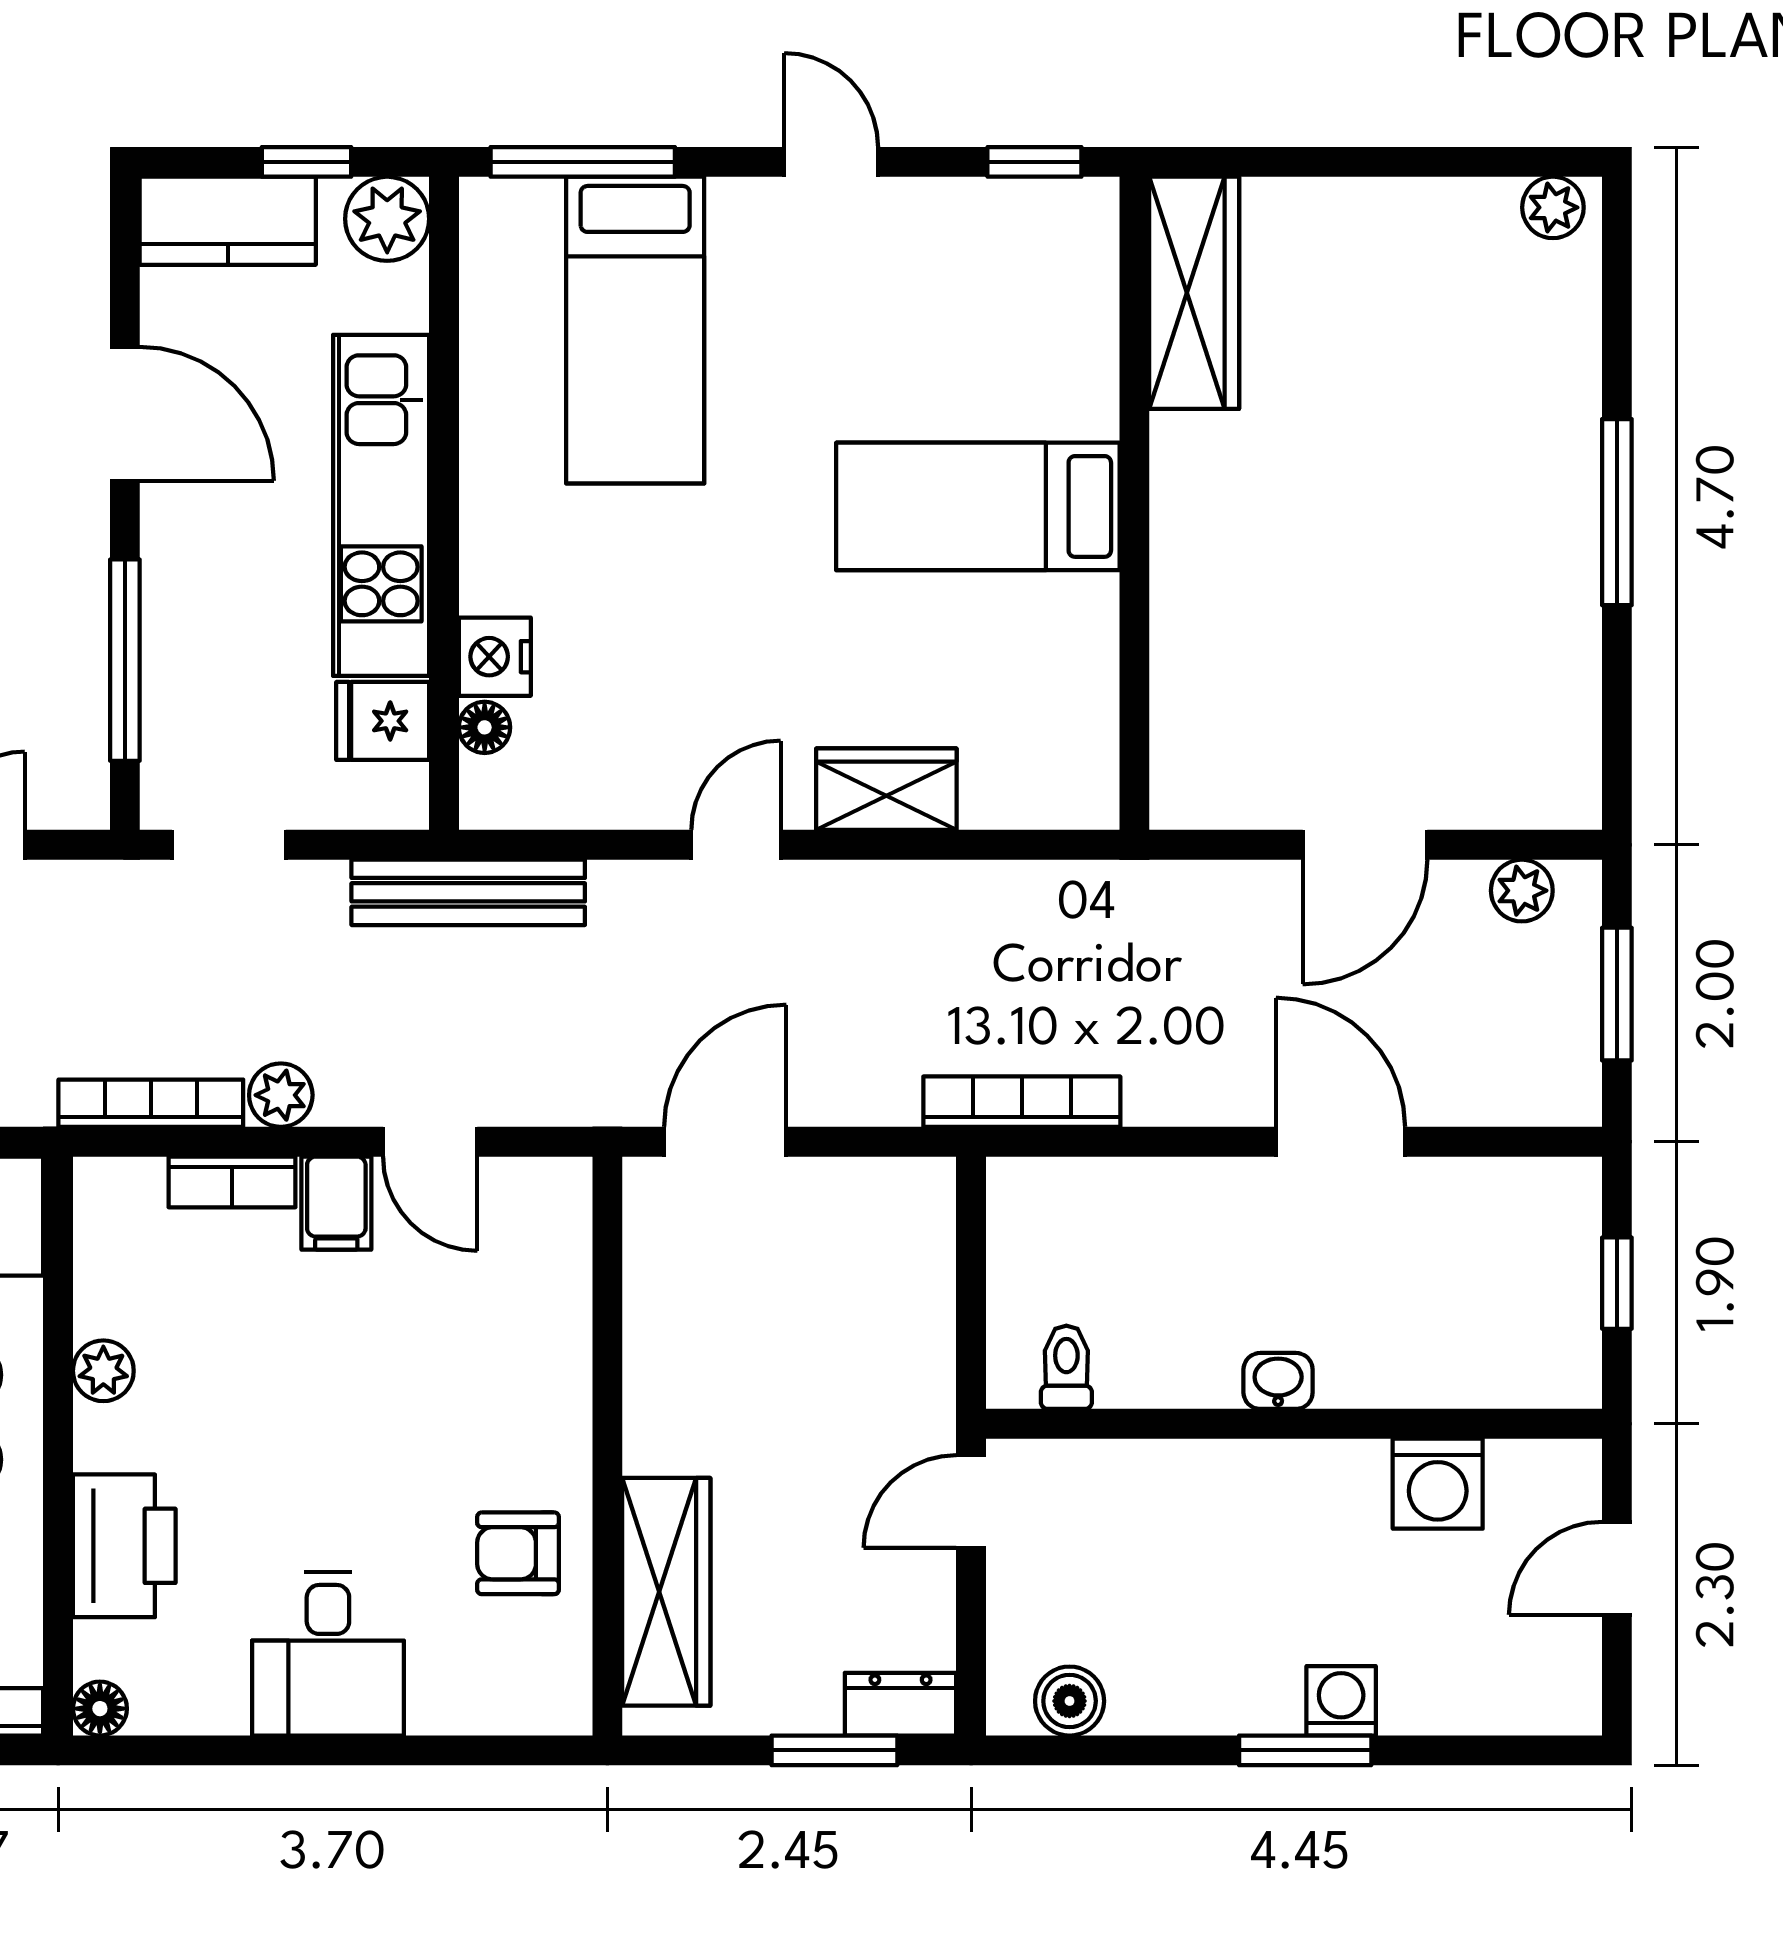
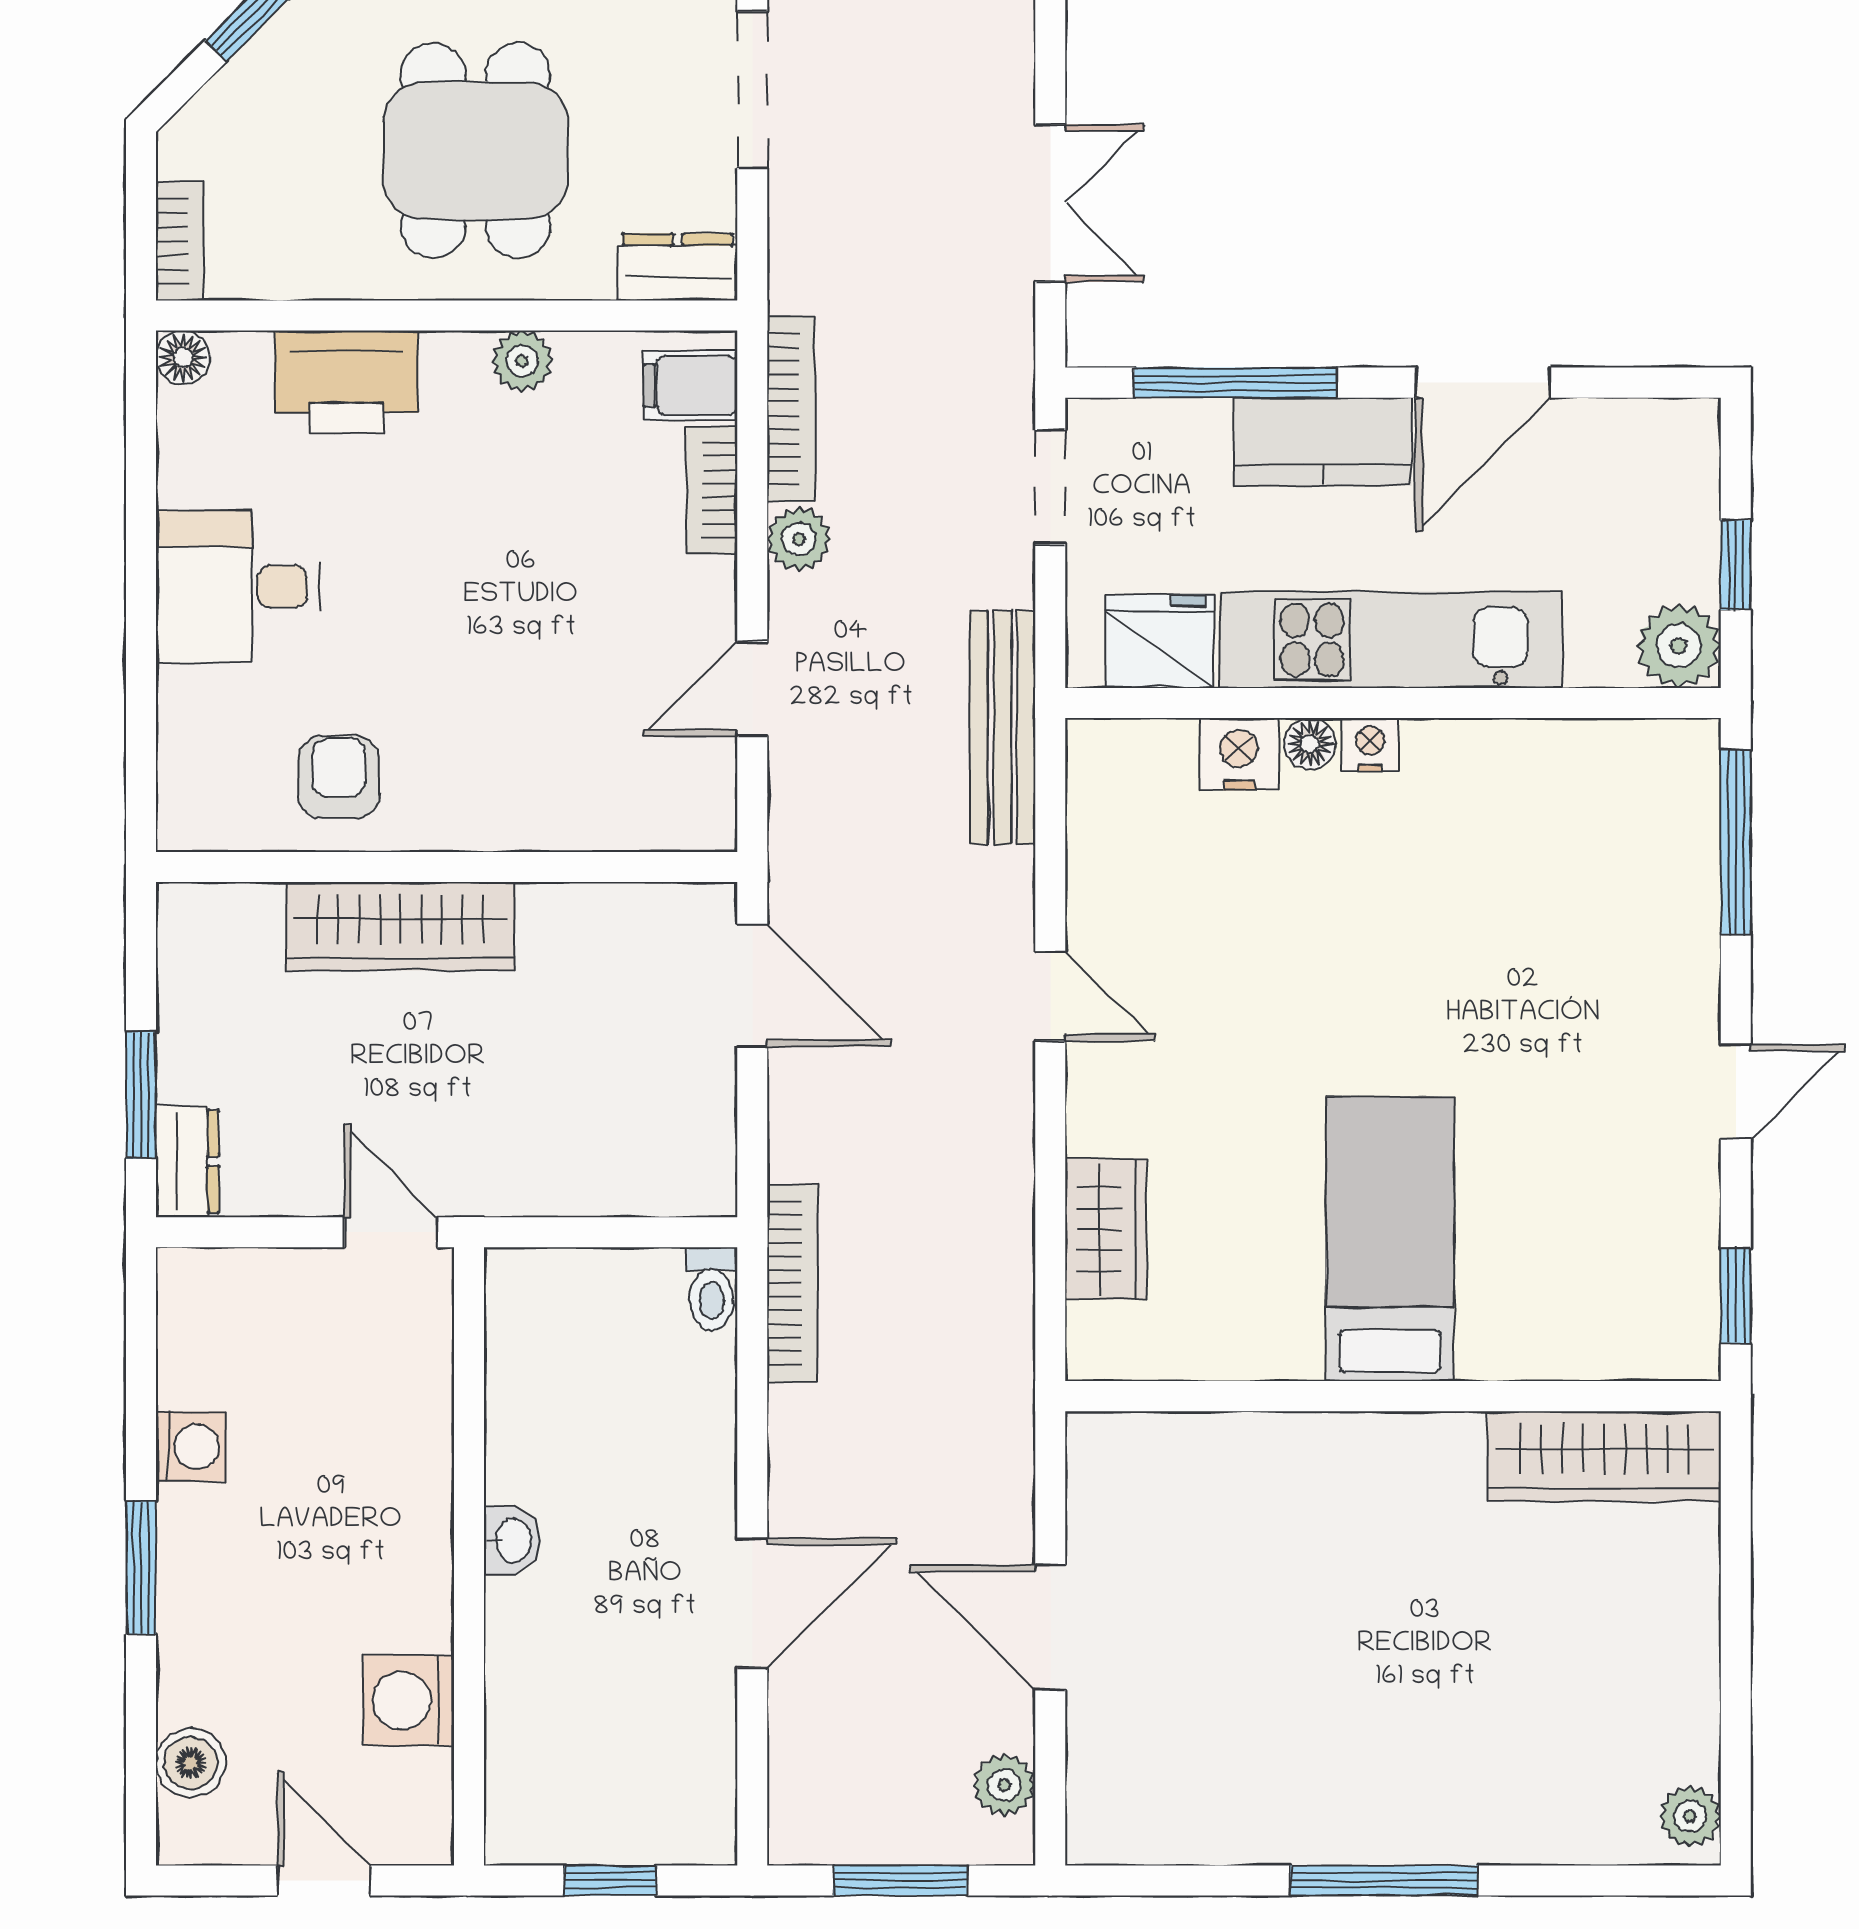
kitchen counter: (228, 221) -> (1323, 442), moved, turned -90
bed: (635, 330) -> (1567, 895), removed
nightstand: (486, 526) -> (1370, 745), added
fridge: (383, 721) -> (1160, 641), width x1.38
floor lamp: (485, 727) -> (1310, 744), moved
wardrobe: (886, 789) -> (1106, 1229), moved
filing cabinet: (336, 1203) -> (691, 385), moved
toilet: (1066, 1367) -> (712, 1289), moved, turned 90
wardrobe: (666, 1592) -> (400, 926), moved
boiler: (1070, 1701) -> (191, 1763), moved
washing machine: (1341, 1701) -> (191, 1447), moved

